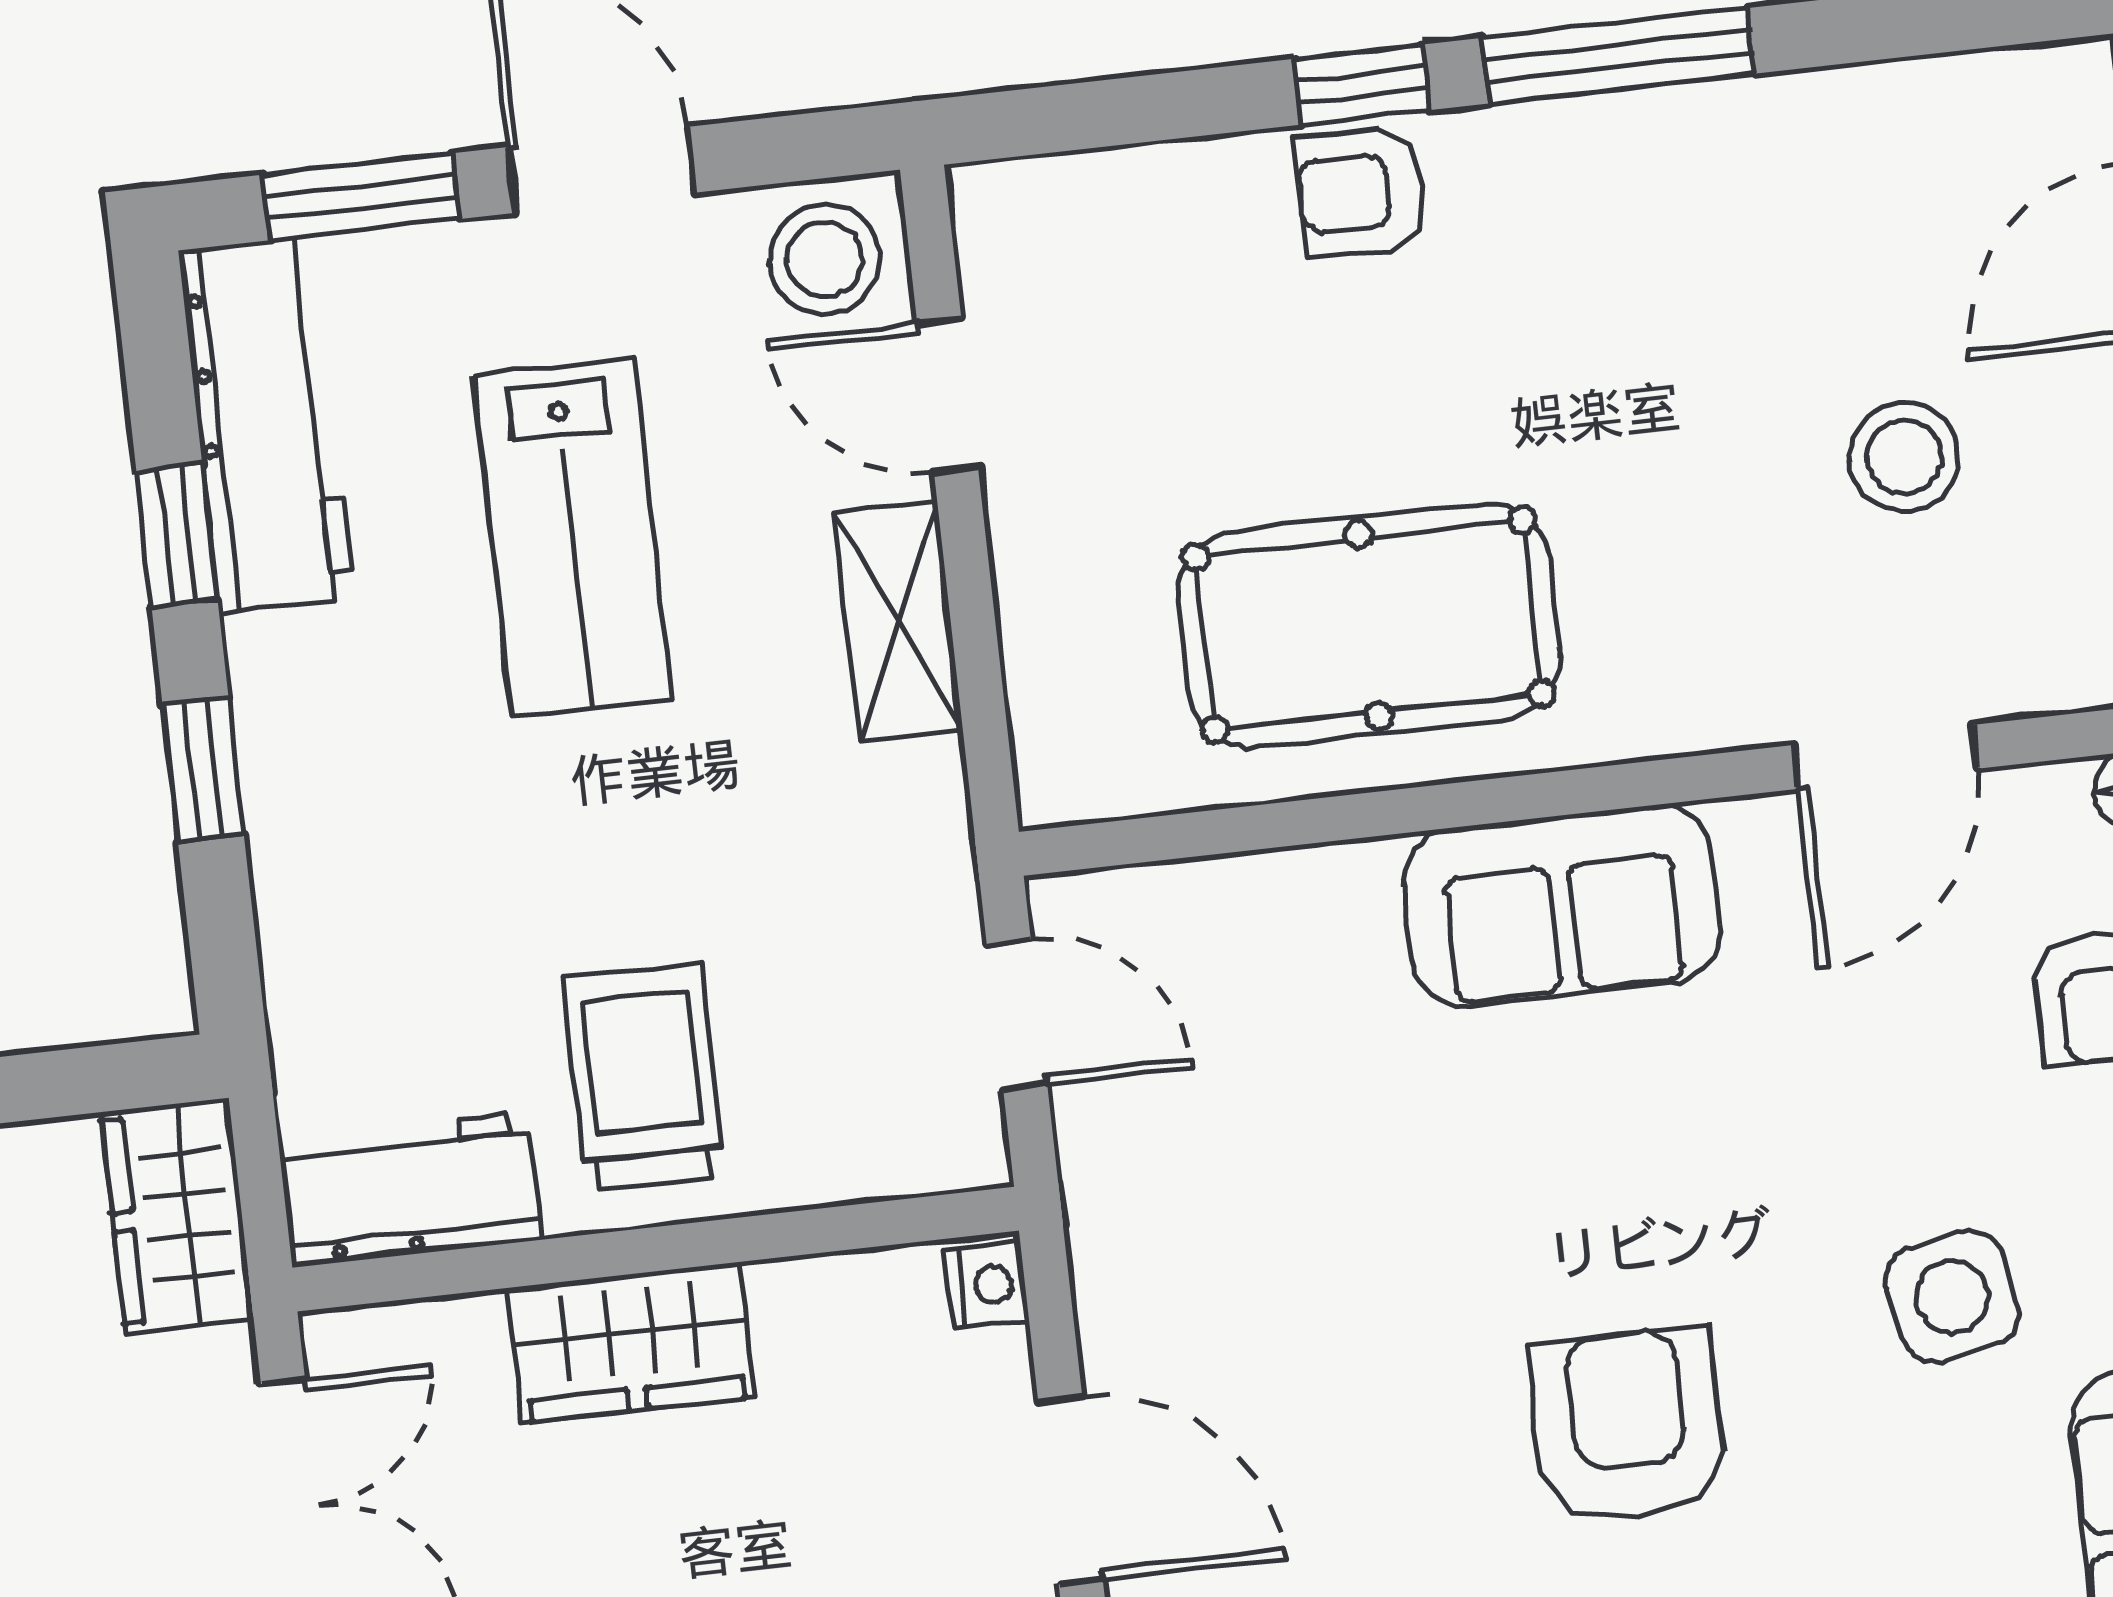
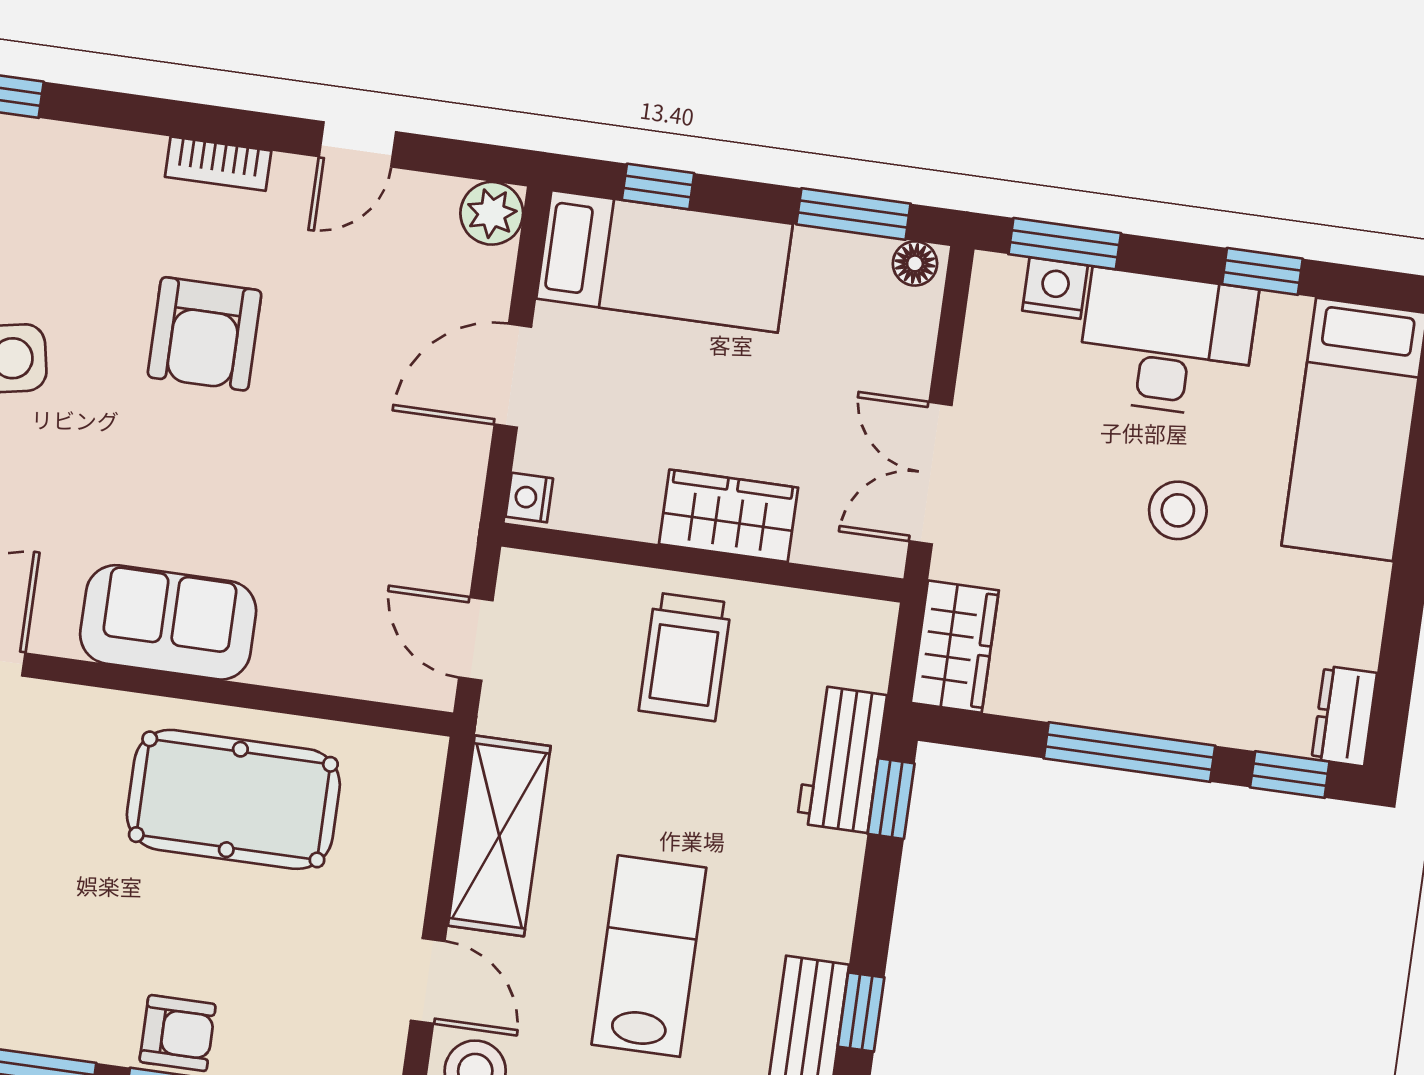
shelving: (899, 622) -> (499, 836), width x1.50, depth x1.33
window: (203, 770) -> (891, 799), moved
workbench: (410, 1189) -> (842, 759), moved, turned 90
door: (1070, 1491) -> (513, 376), hinge flipped

